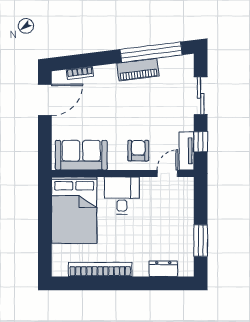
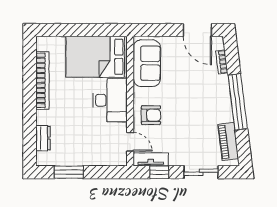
window: (151, 52) -> (238, 102), moved
piano: (138, 70) -> (228, 141), moved
desk: (122, 195) -> (110, 100), width x1.37

